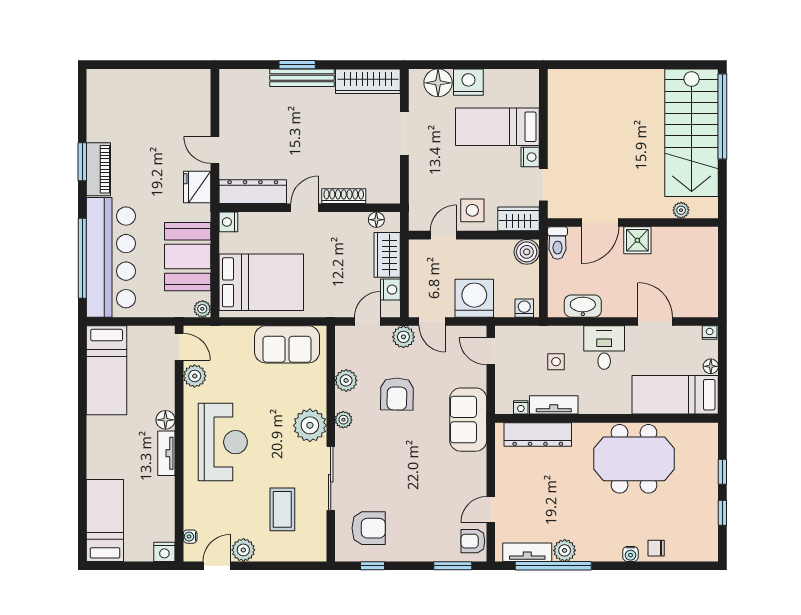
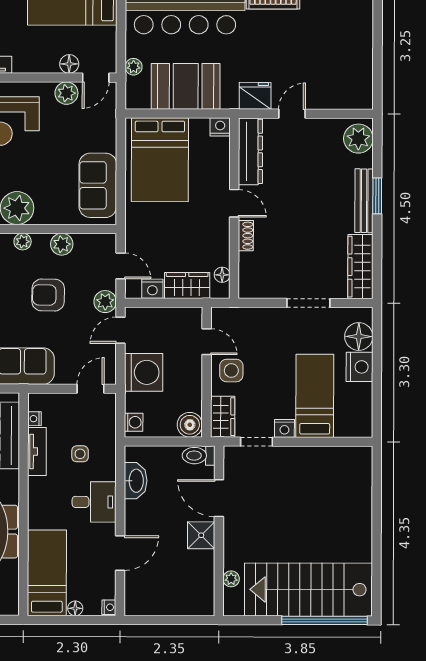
plant: (240, 83) -> (358, 139), added
shoe rack: (344, 196) -> (246, 236), width x0.70
plant: (202, 309) -> (134, 67), moved
floor lamp: (165, 420) -> (69, 64), moved

